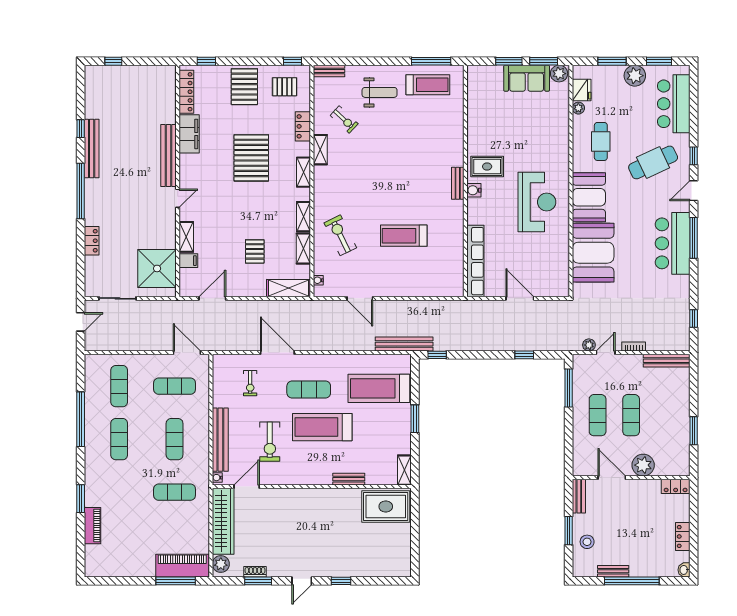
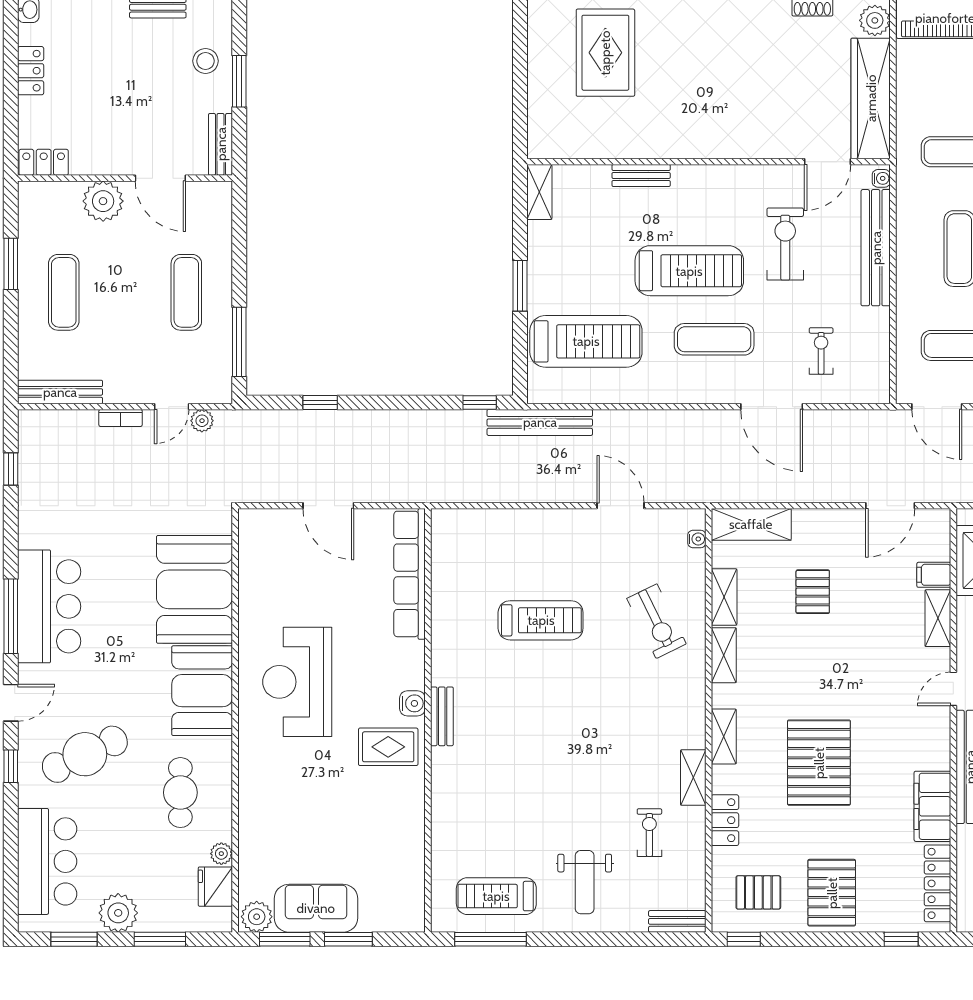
weight bench: (380, 92) -> (585, 882), turned -90
exercise bike: (344, 120) -> (649, 833), turned 47
exercise mat: (631, 415) -> (64, 292), moved
rug: (386, 506) -> (605, 53), moved, turned 90

